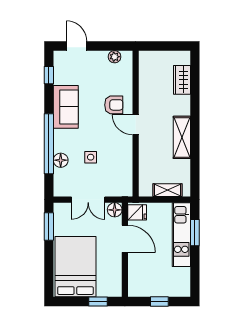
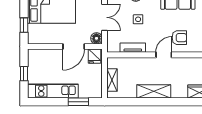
armchair: (114, 105) -> (179, 38), turned -90
tv unit: (126, 164) -> (133, 48), added
double door: (88, 200) -> (105, 17), swing flipped
kitchen unit: (181, 235) -> (53, 91), moved

